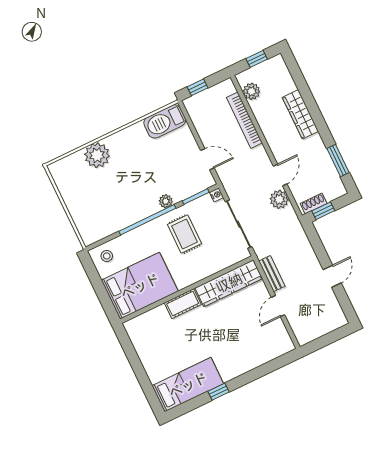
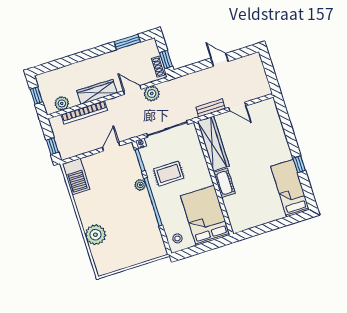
wardrobe: (300, 114) -> (97, 92), moved, turned 180

